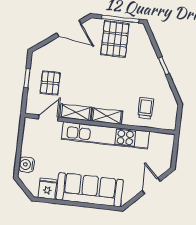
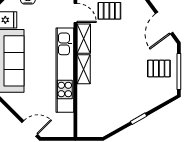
pallet: (115, 39) -> (159, 69), width x0.67, depth x0.71
trolley: (146, 108) -> (95, 106), removed
door: (151, 186) -> (30, 129), moved

